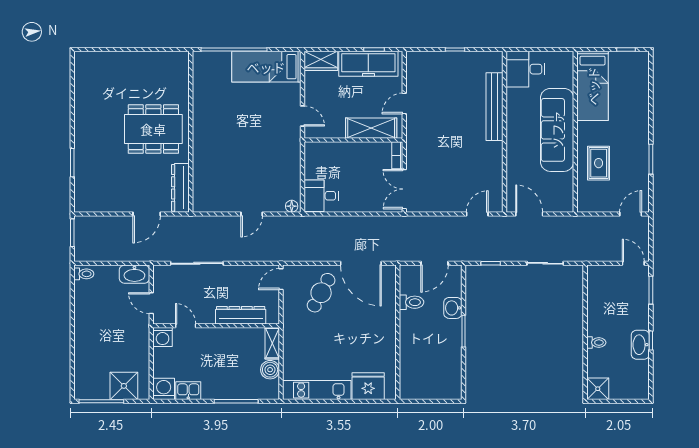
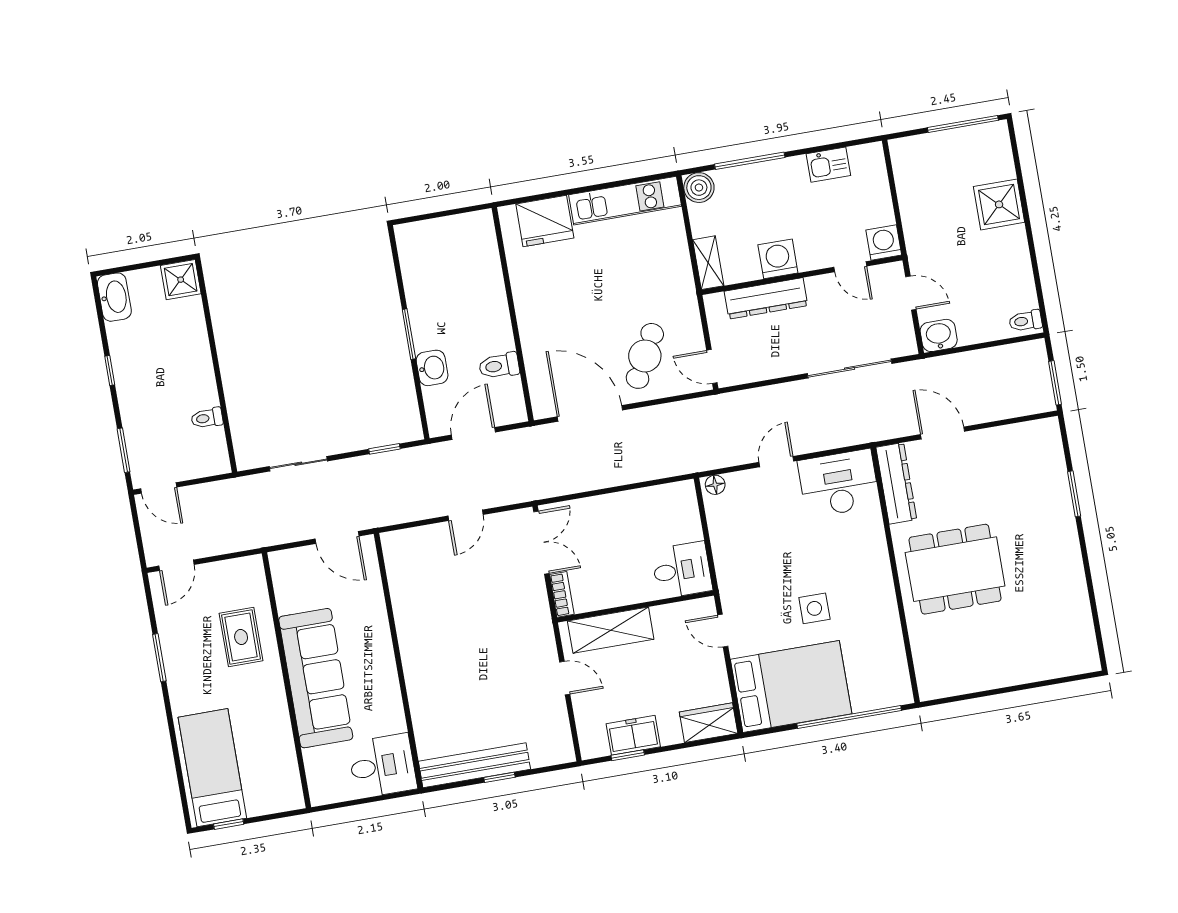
freezer: (368, 64) -> (633, 735), width x0.52, depth x0.79
bed: (266, 67) -> (791, 686), width x1.50
bed: (593, 86) -> (212, 768), moved
door: (404, 104) -> (565, 678), hinge flipped
bench: (495, 107) -> (474, 765), moved, turned 90
side table: (244, 120) -> (814, 608), added
desk: (216, 194) -> (839, 483), added
desk: (321, 196) -> (682, 570), moved
door: (147, 214) -> (943, 433), hinge flipped
door: (477, 214) -> (466, 515), moved
washbasin: (134, 274) -> (939, 335), width x0.72
door: (281, 279) -> (712, 366), swing flipped
toilet: (596, 343) -> (207, 418), moved
washbasin: (640, 345) -> (114, 297), moved
boiler: (270, 370) -> (699, 188), moved
shower: (124, 386) -> (999, 204), moved
washing machine: (164, 389) -> (778, 259), moved, turned 180

